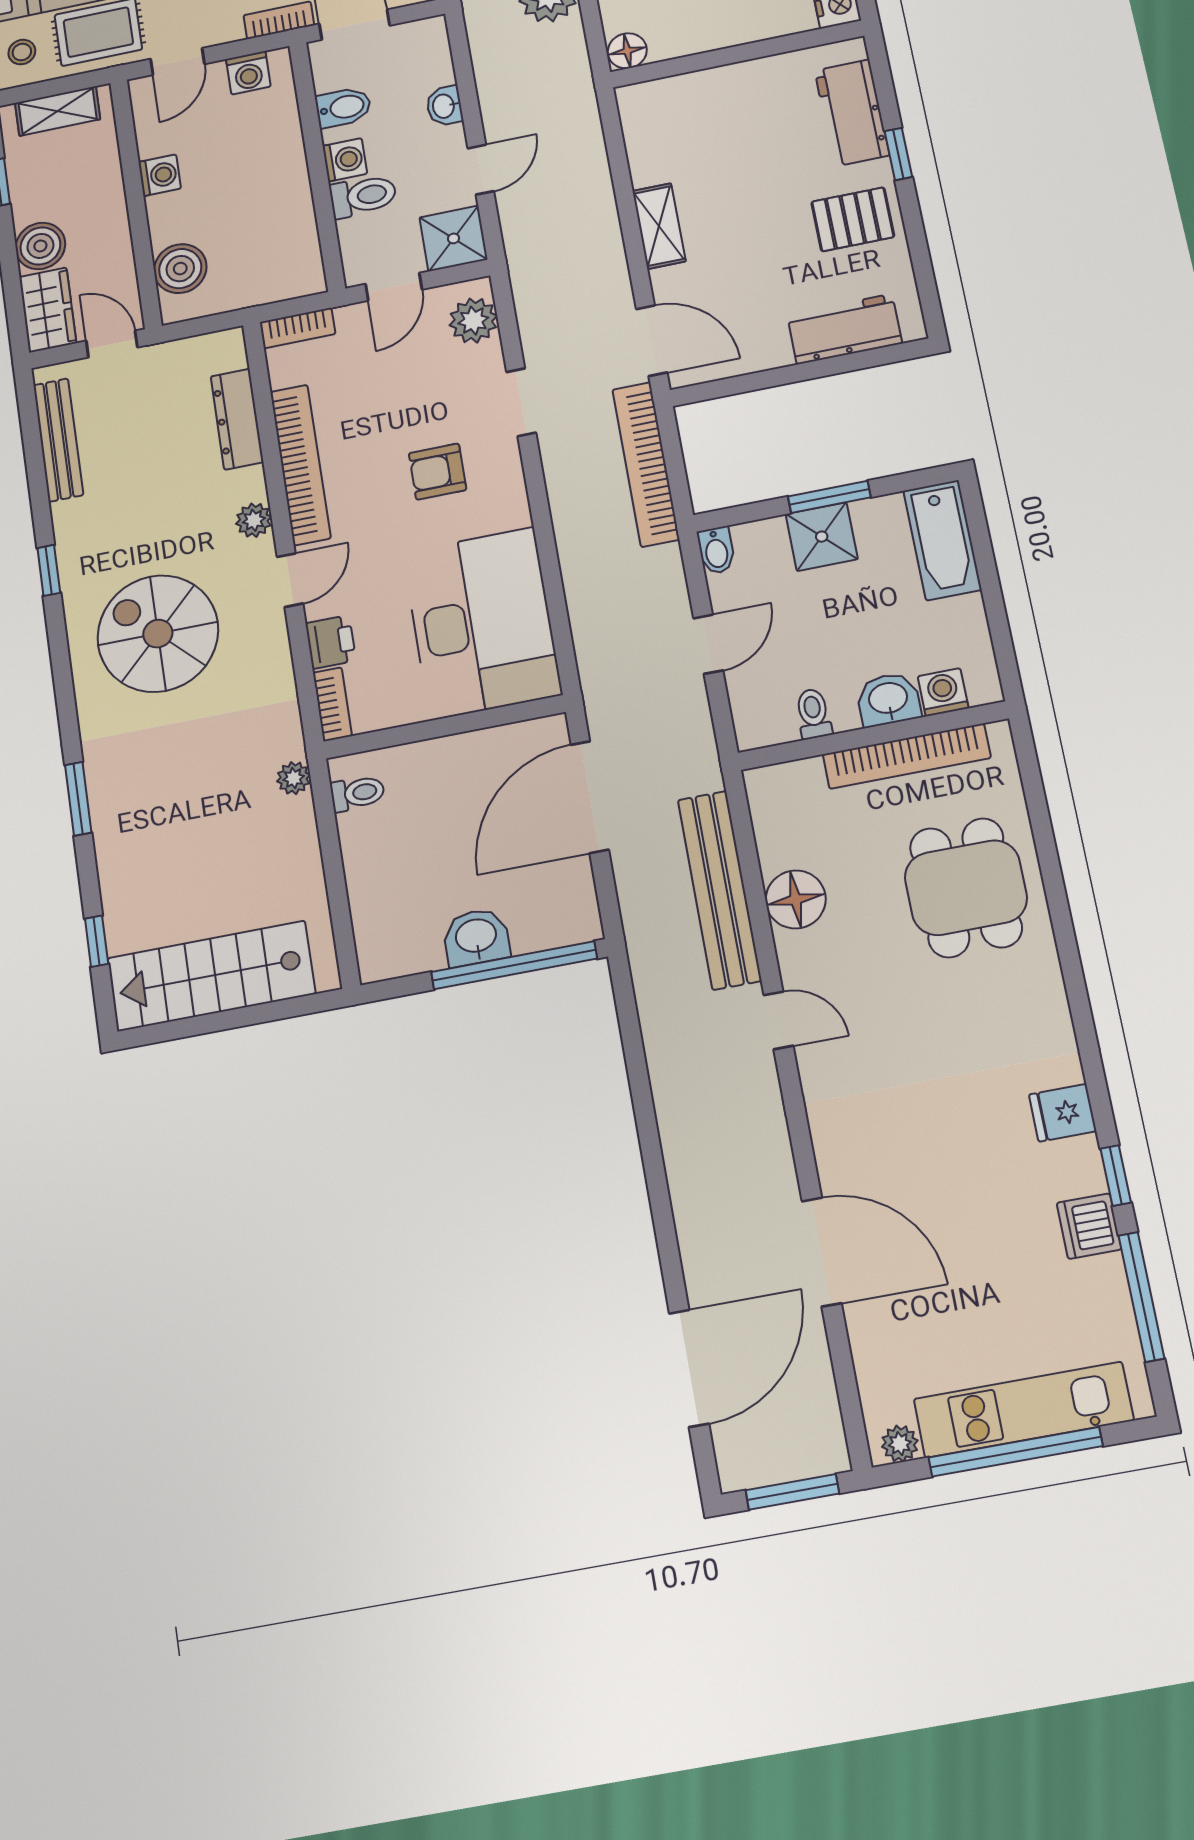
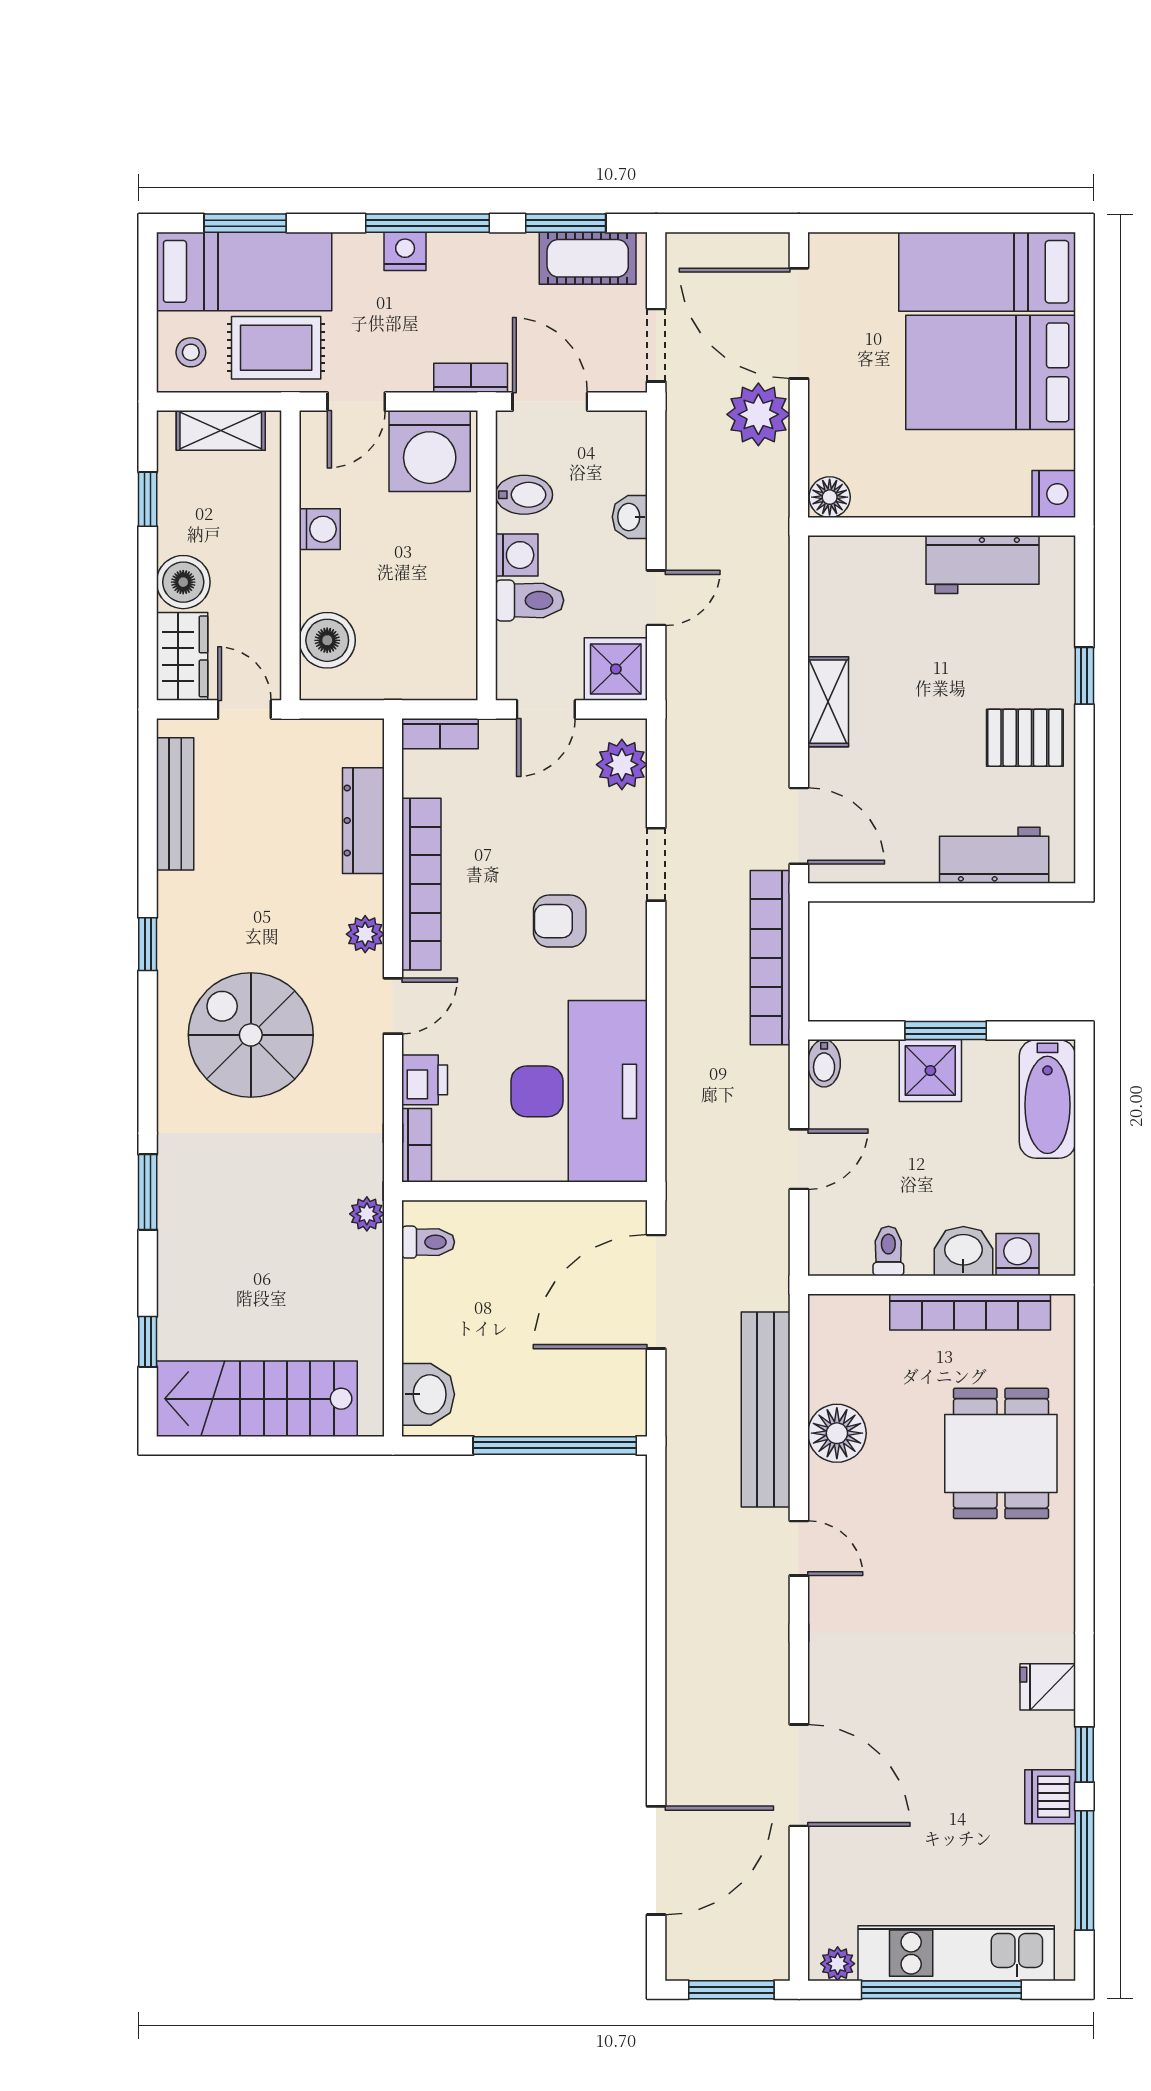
washing machine: (248, 73) -> (430, 451), width x1.89, depth x1.89
workbench: (852, 113) -> (982, 564), moved, turned -90
washbasin: (476, 937) -> (428, 1394), moved, turned 90

